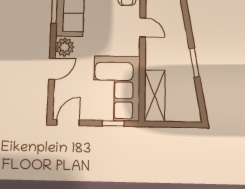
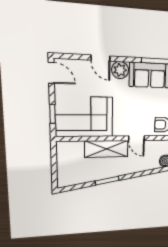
door: (143, 27) -> (137, 138), hinge flipped
shelving: (155, 96) -> (106, 149), moved

